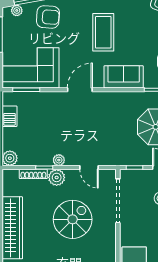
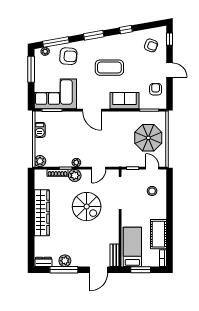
coffee table: (103, 32) -> (109, 68), turned 90
door: (80, 90) -> (92, 110), swing flipped
door: (89, 168) -> (99, 168), hinge flipped
spiral stairs: (73, 219) -> (87, 207), turned 90

